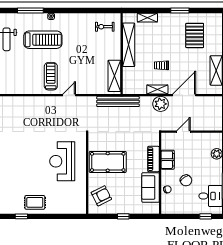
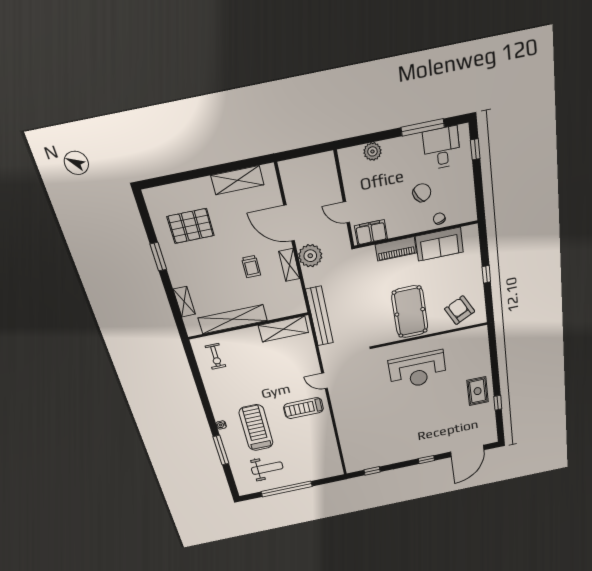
filing cabinet: (168, 160) -> (371, 232), moved

